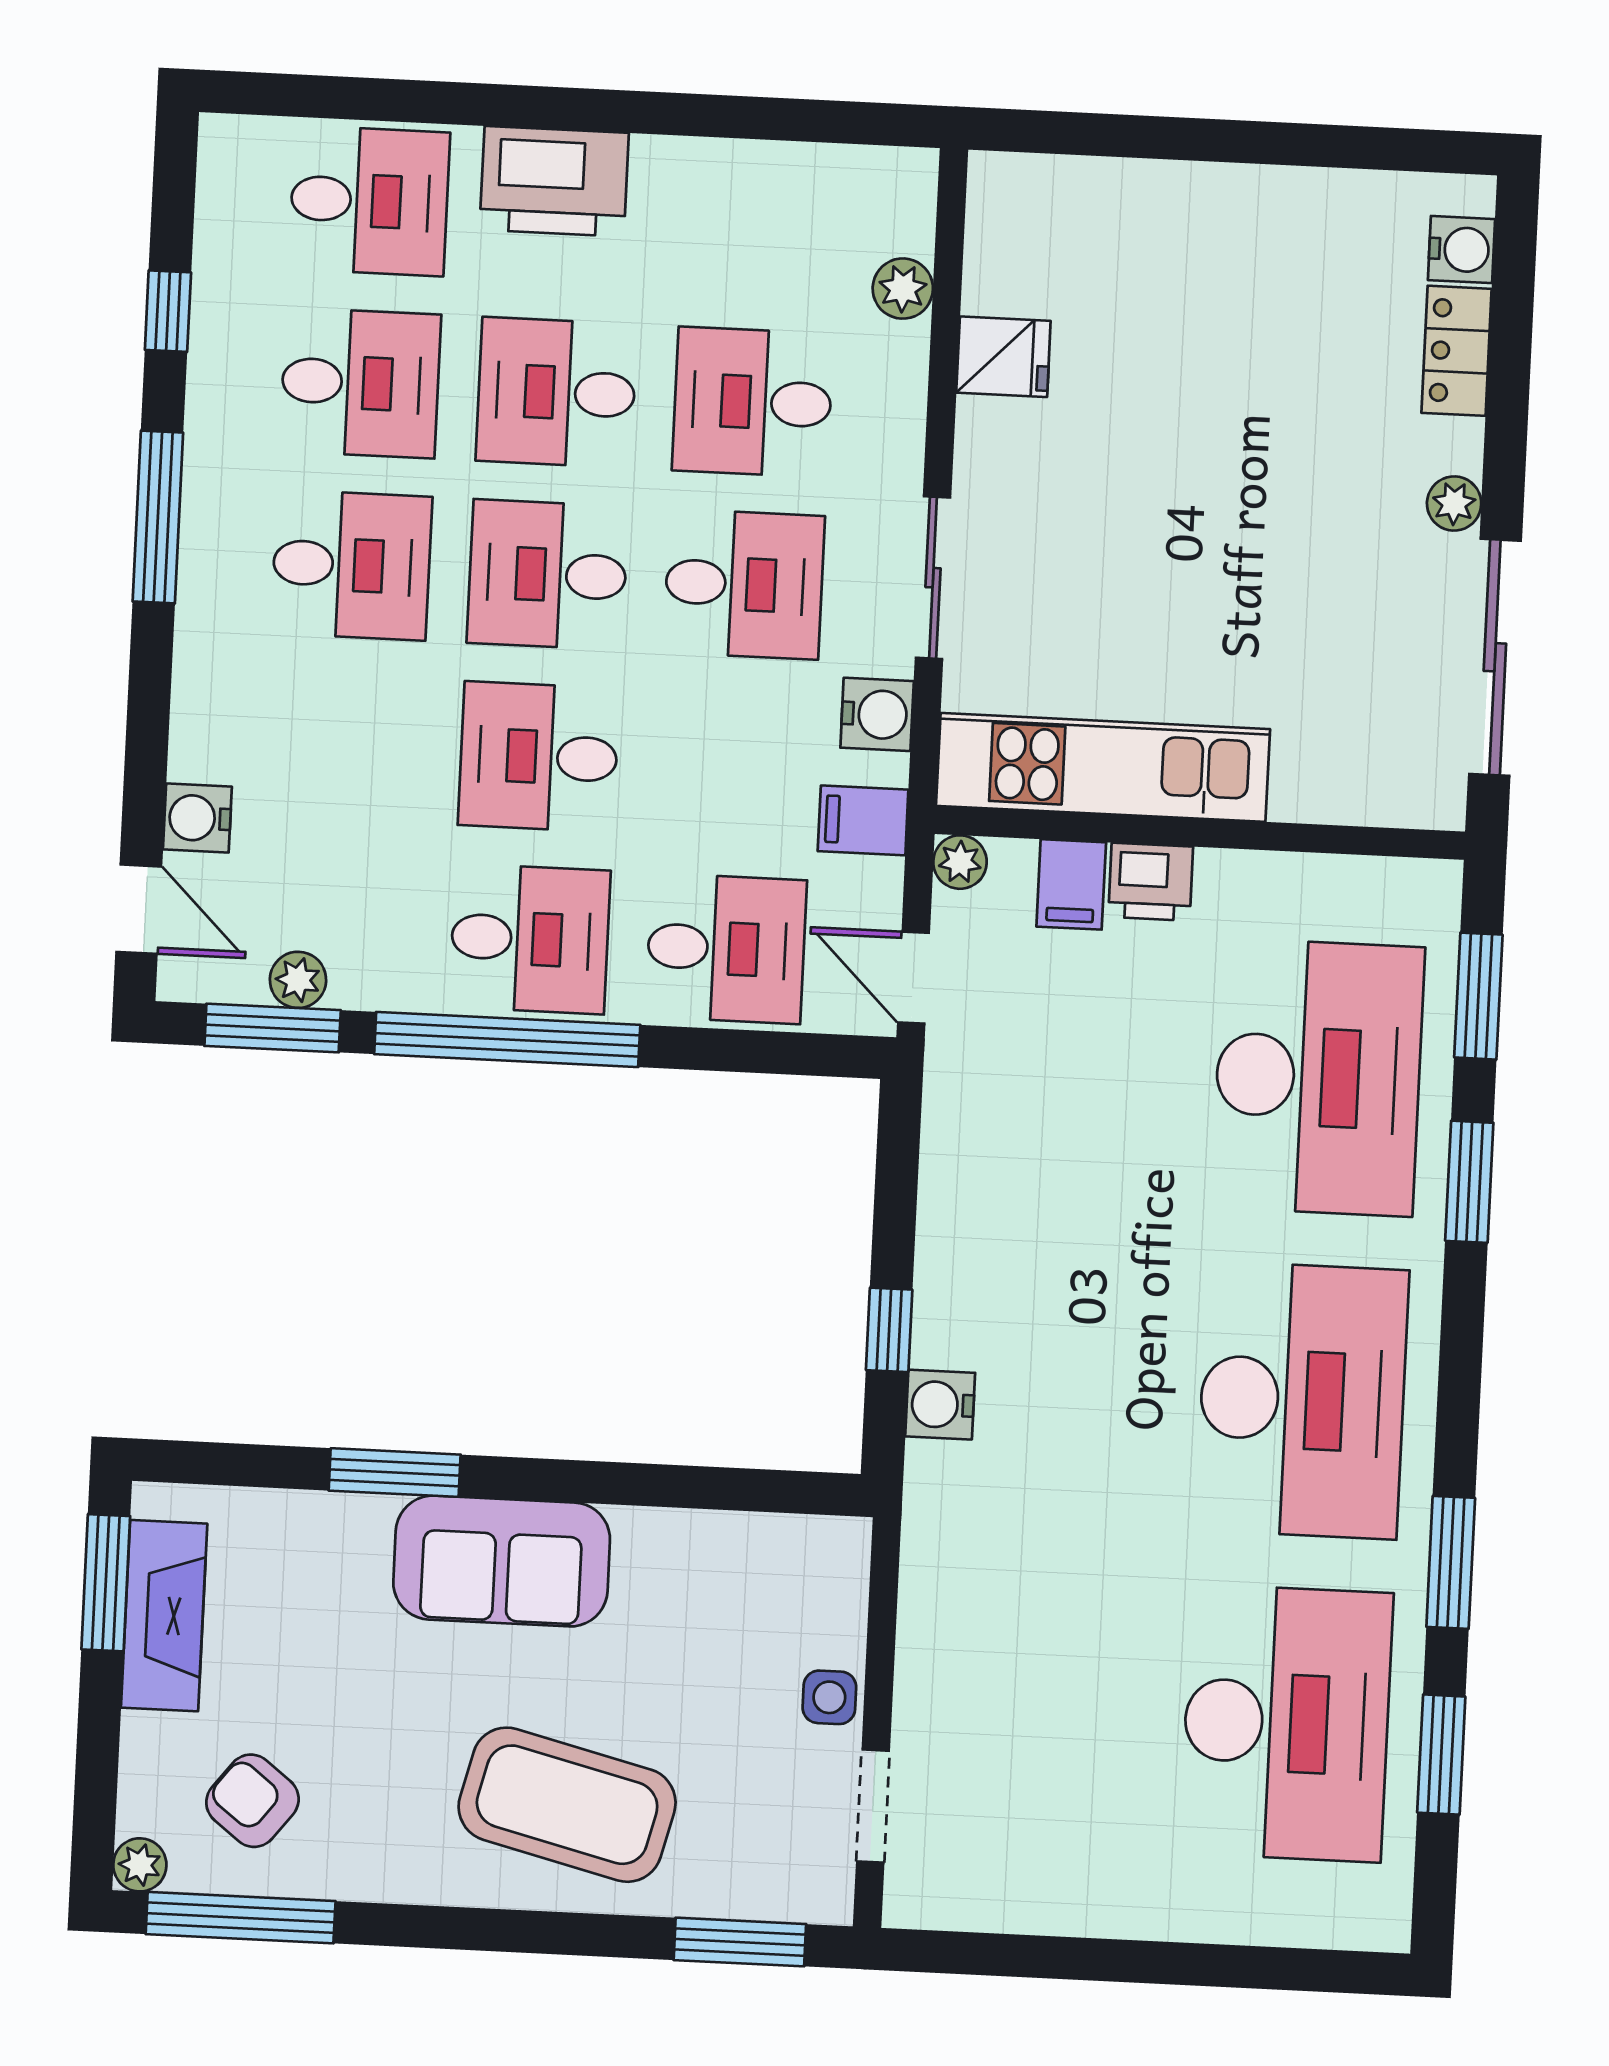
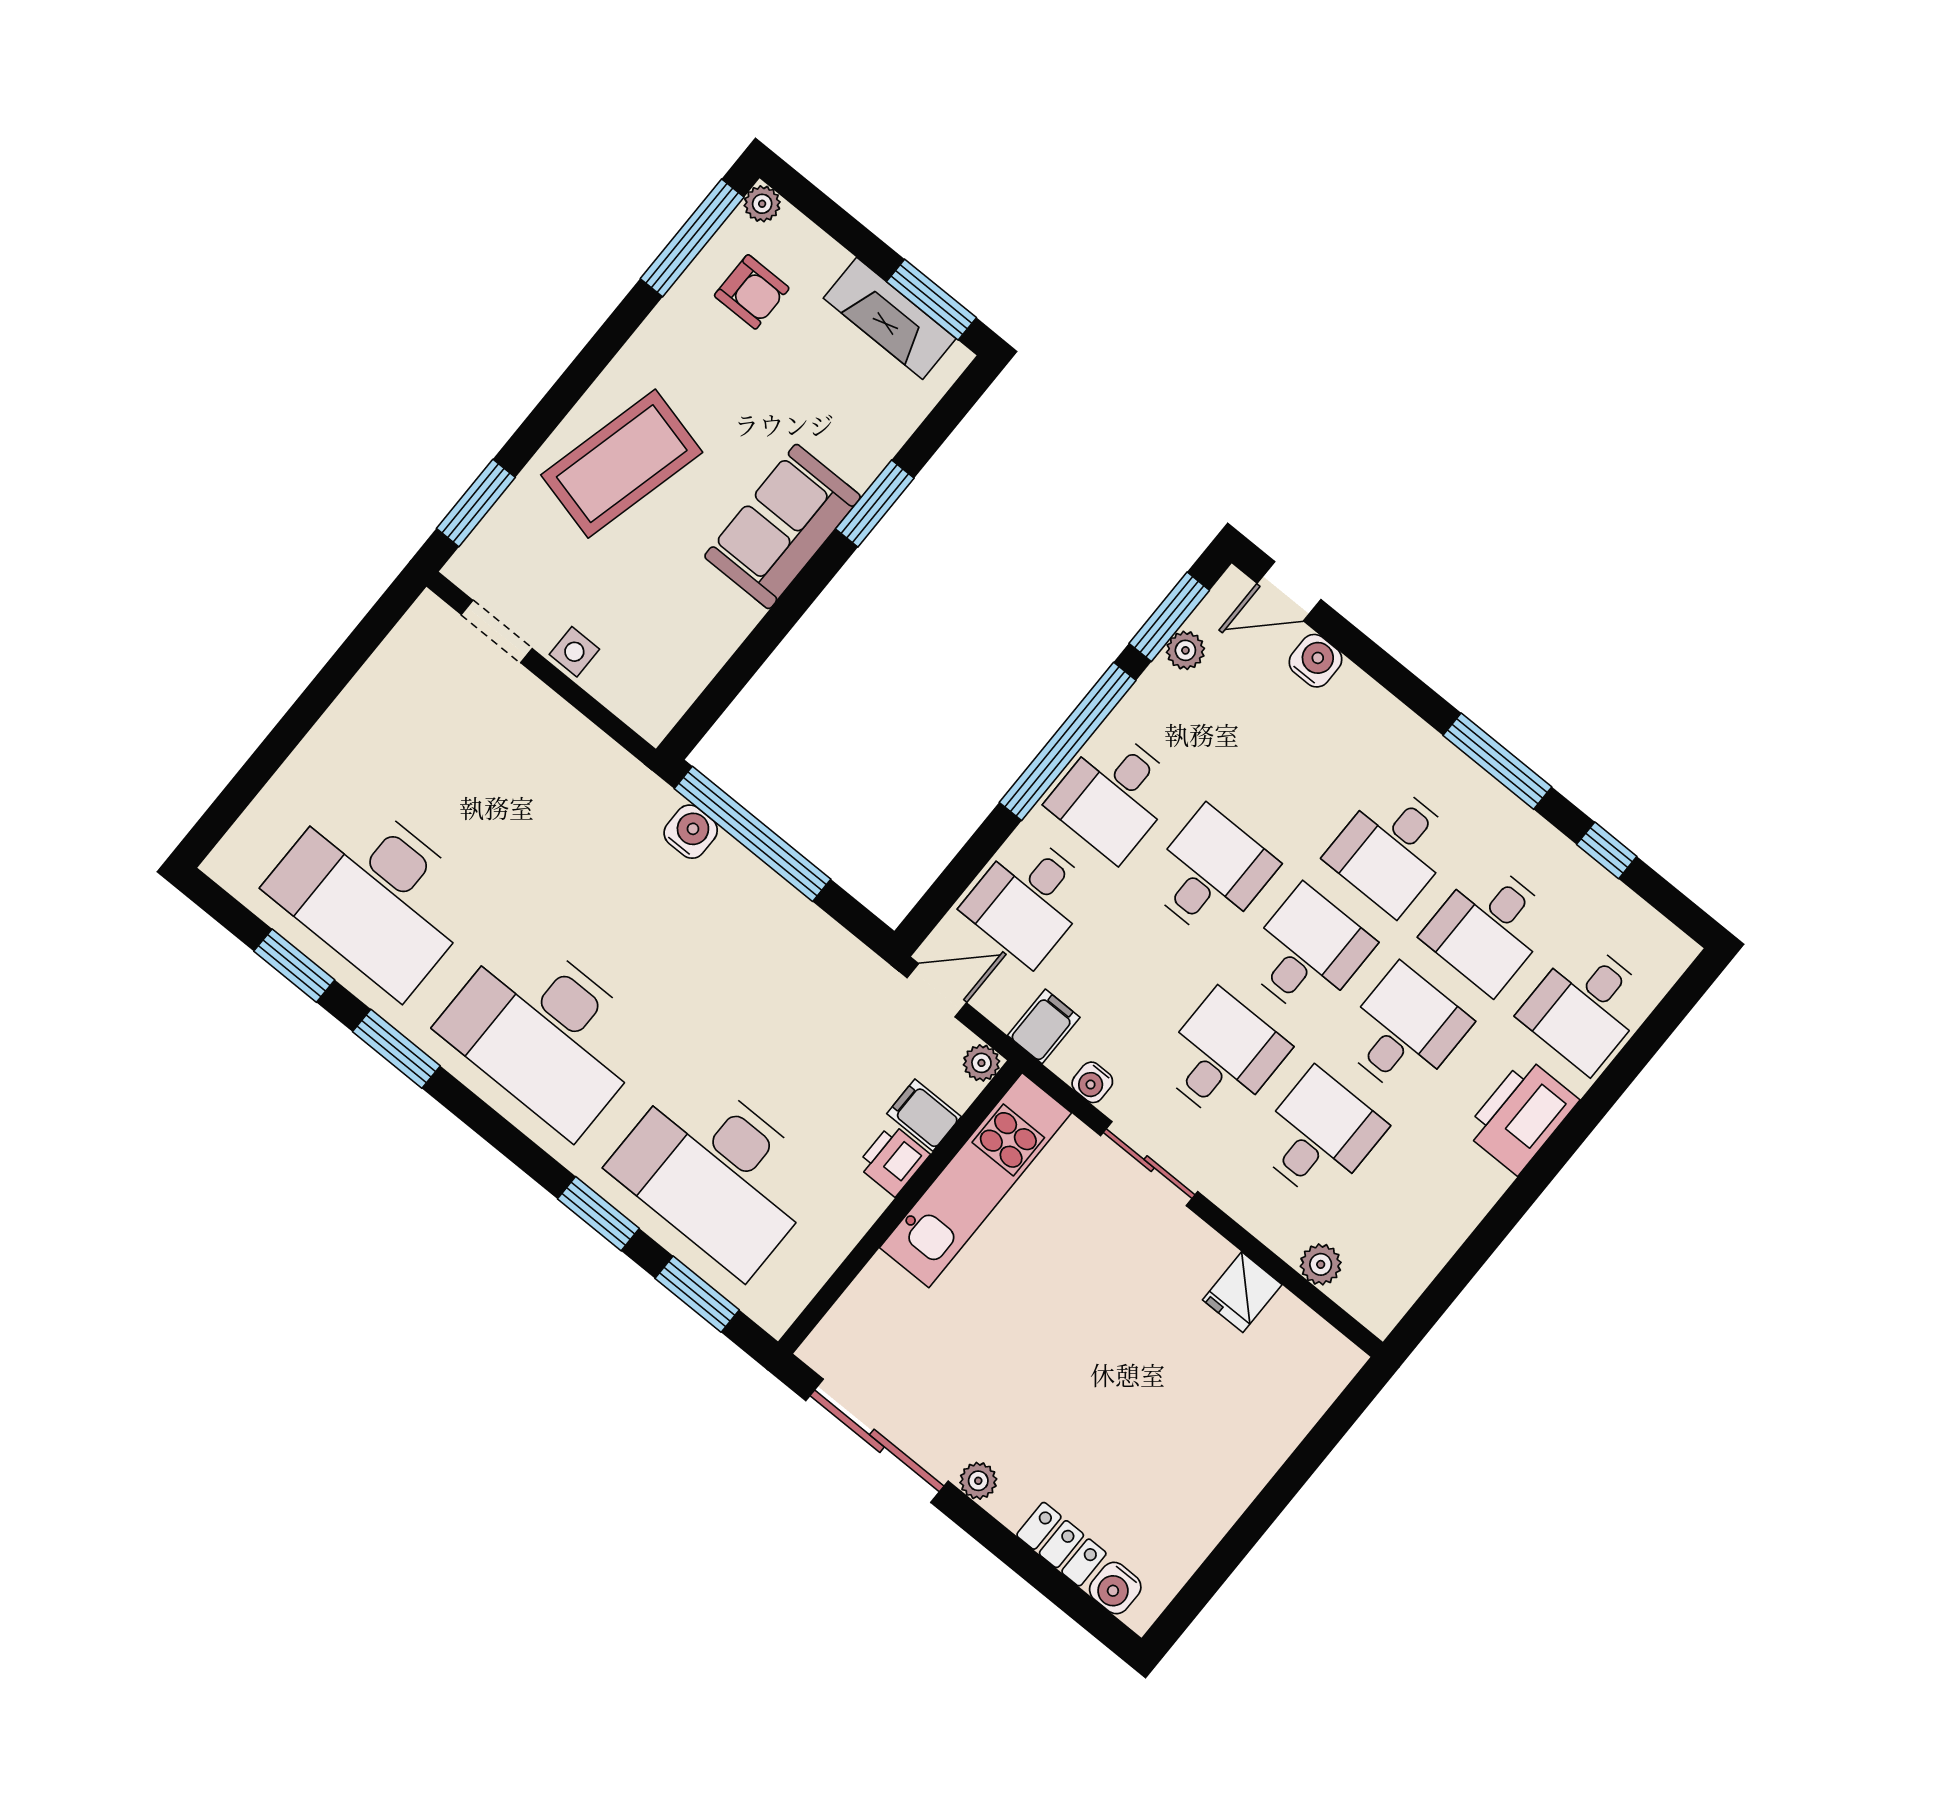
desk: (744, 584) -> (1222, 1057), turned 180
water cooler: (877, 714) -> (1092, 1082), width x0.72, depth x0.72
window: (889, 1330) -> (753, 834), width x3.17
armchair: (252, 1801) -> (752, 292), turned 52

